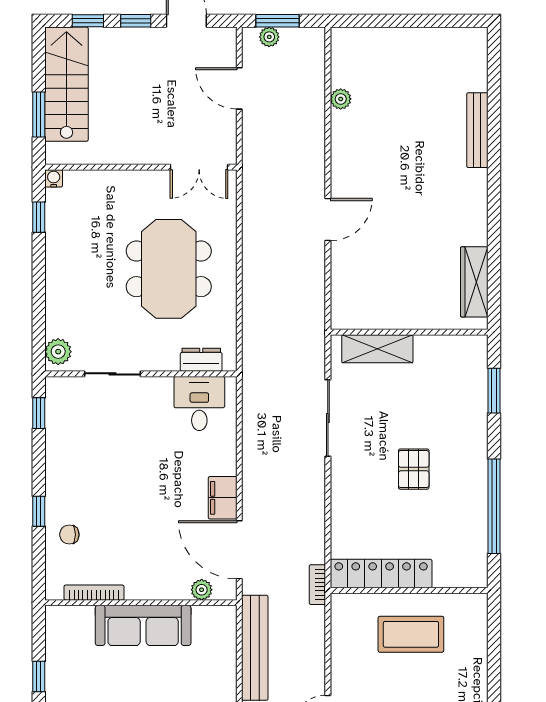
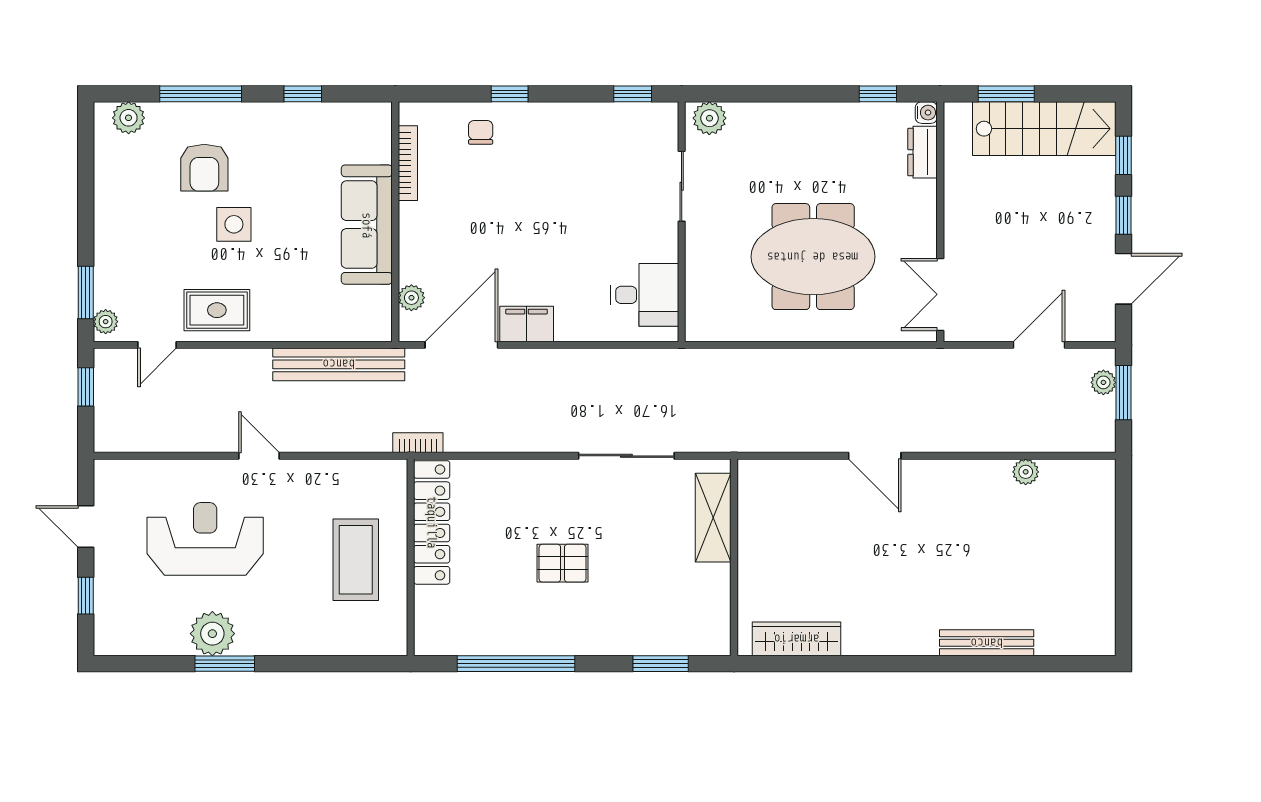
dresser: (201, 360) -> (923, 152), moved, turned 180

